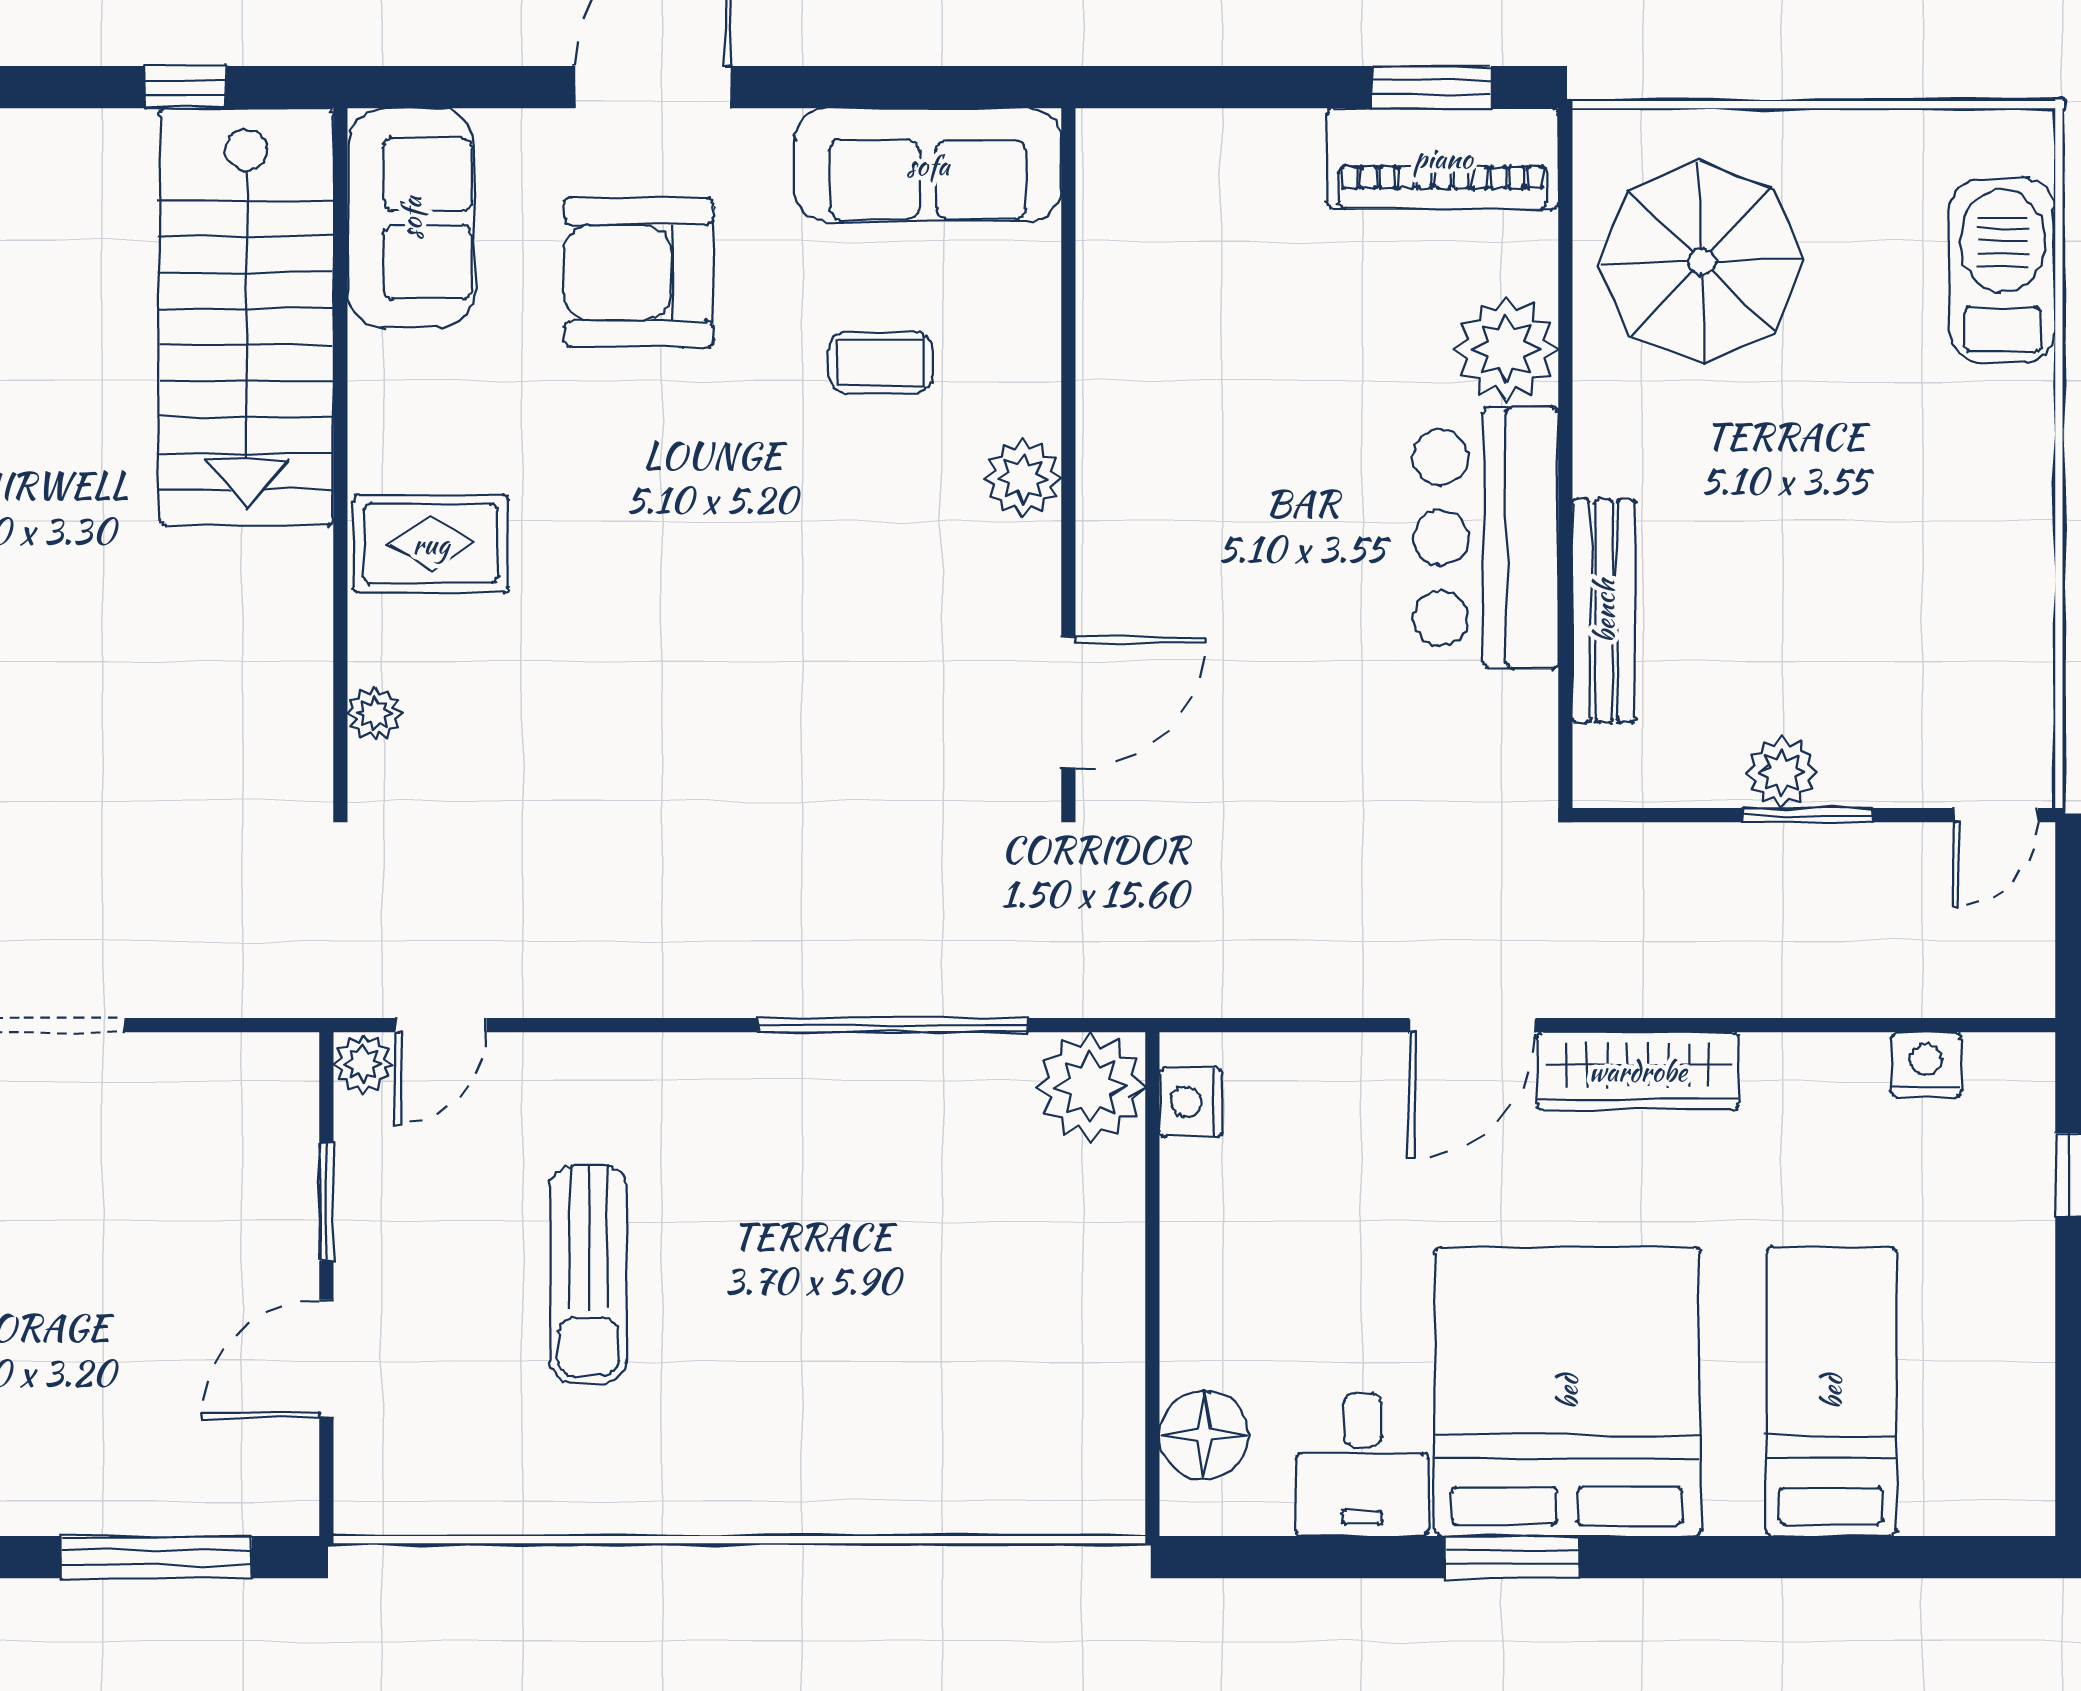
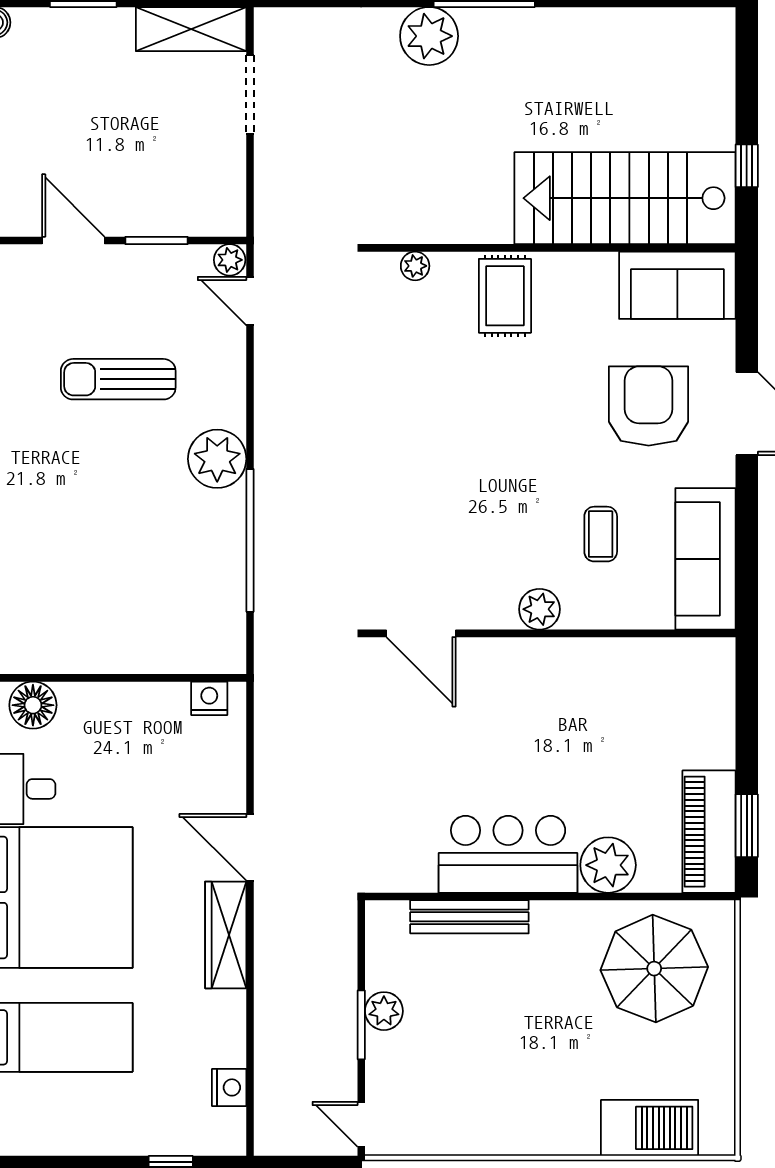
plant: (1090, 1087) -> (217, 459), moved

